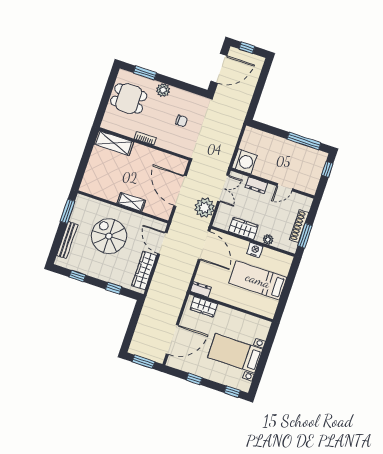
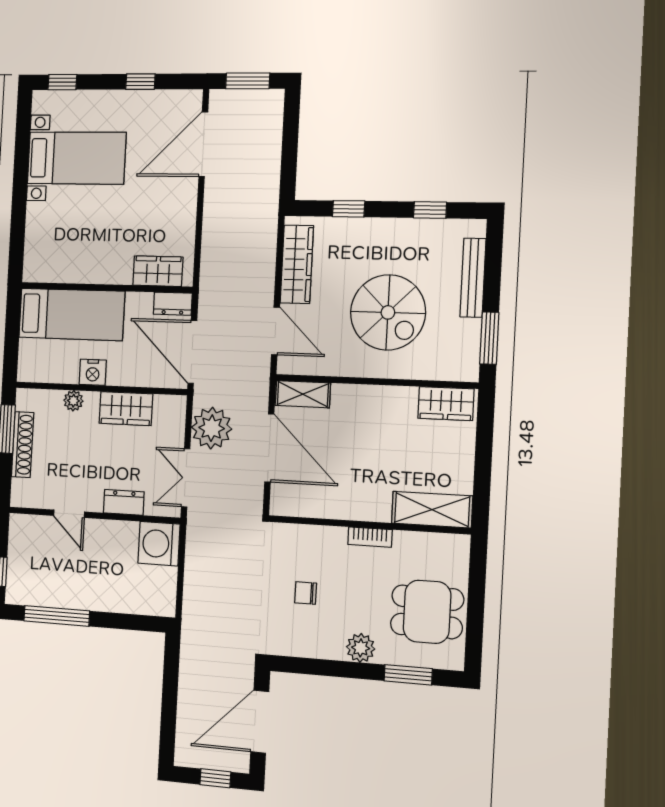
door: (285, 187) -> (69, 514), swing flipped
wardrobe: (95, 188) -> (446, 404), added
shelving: (131, 202) -> (303, 394), moved
dresser: (201, 289) -> (173, 304), moved
wardrobe: (204, 307) -> (158, 271), moved
wall: (231, 307) -> (106, 288), moved

